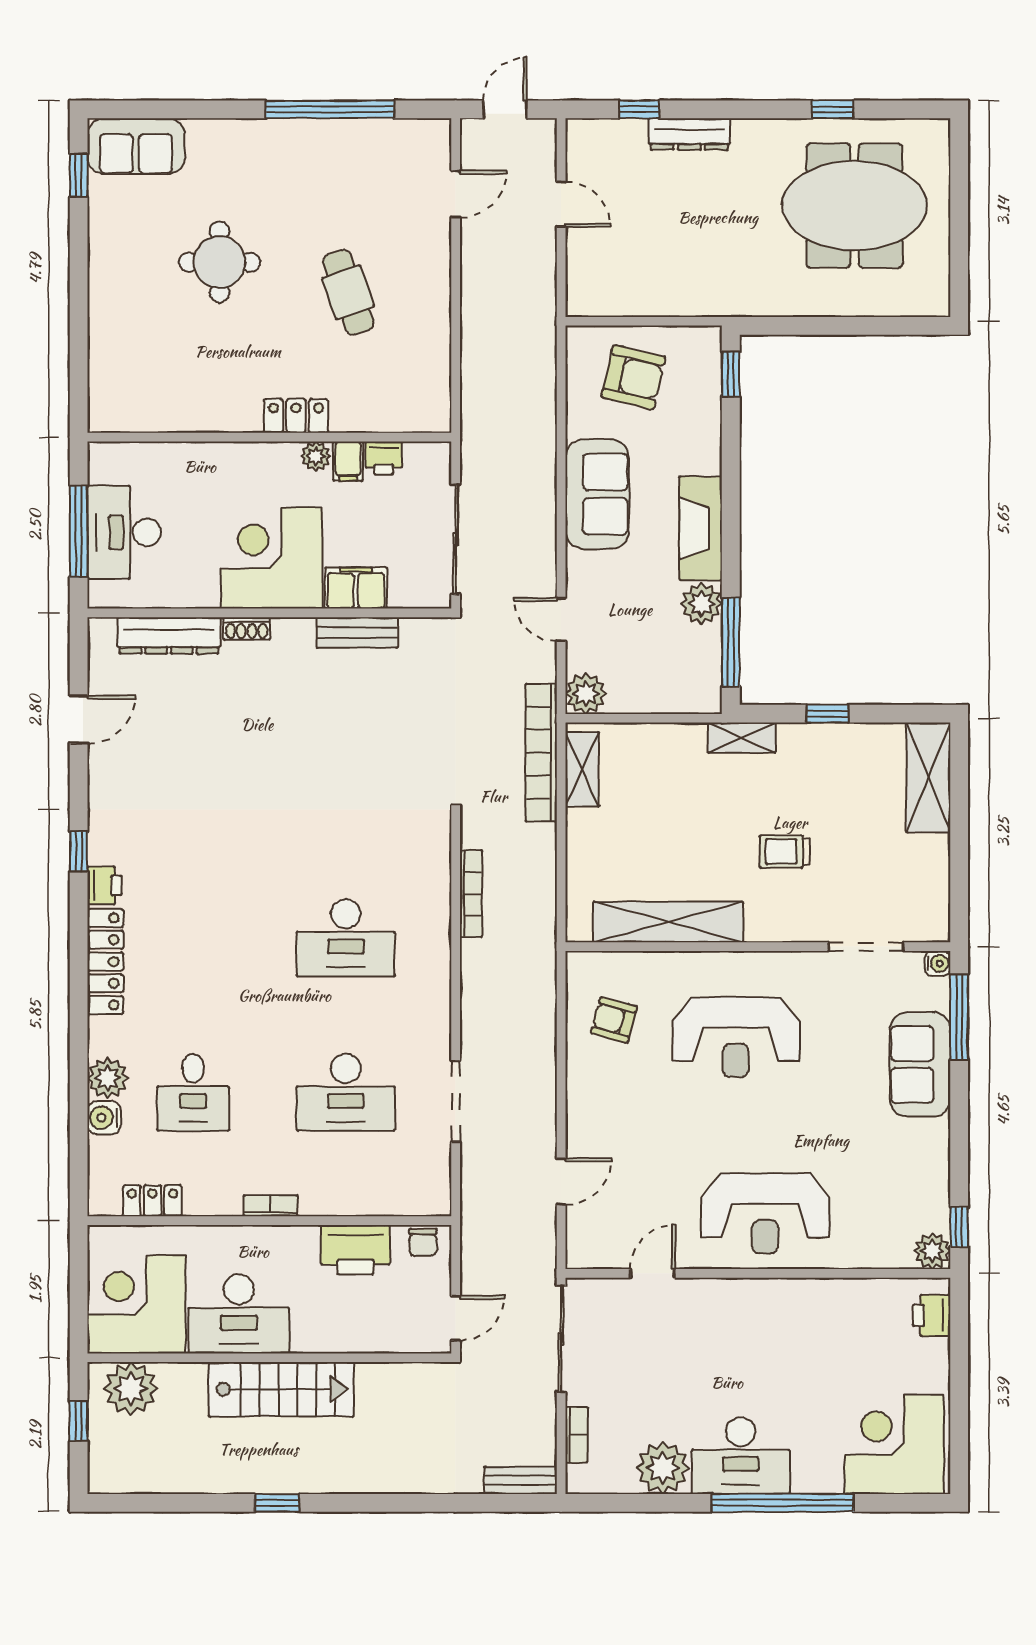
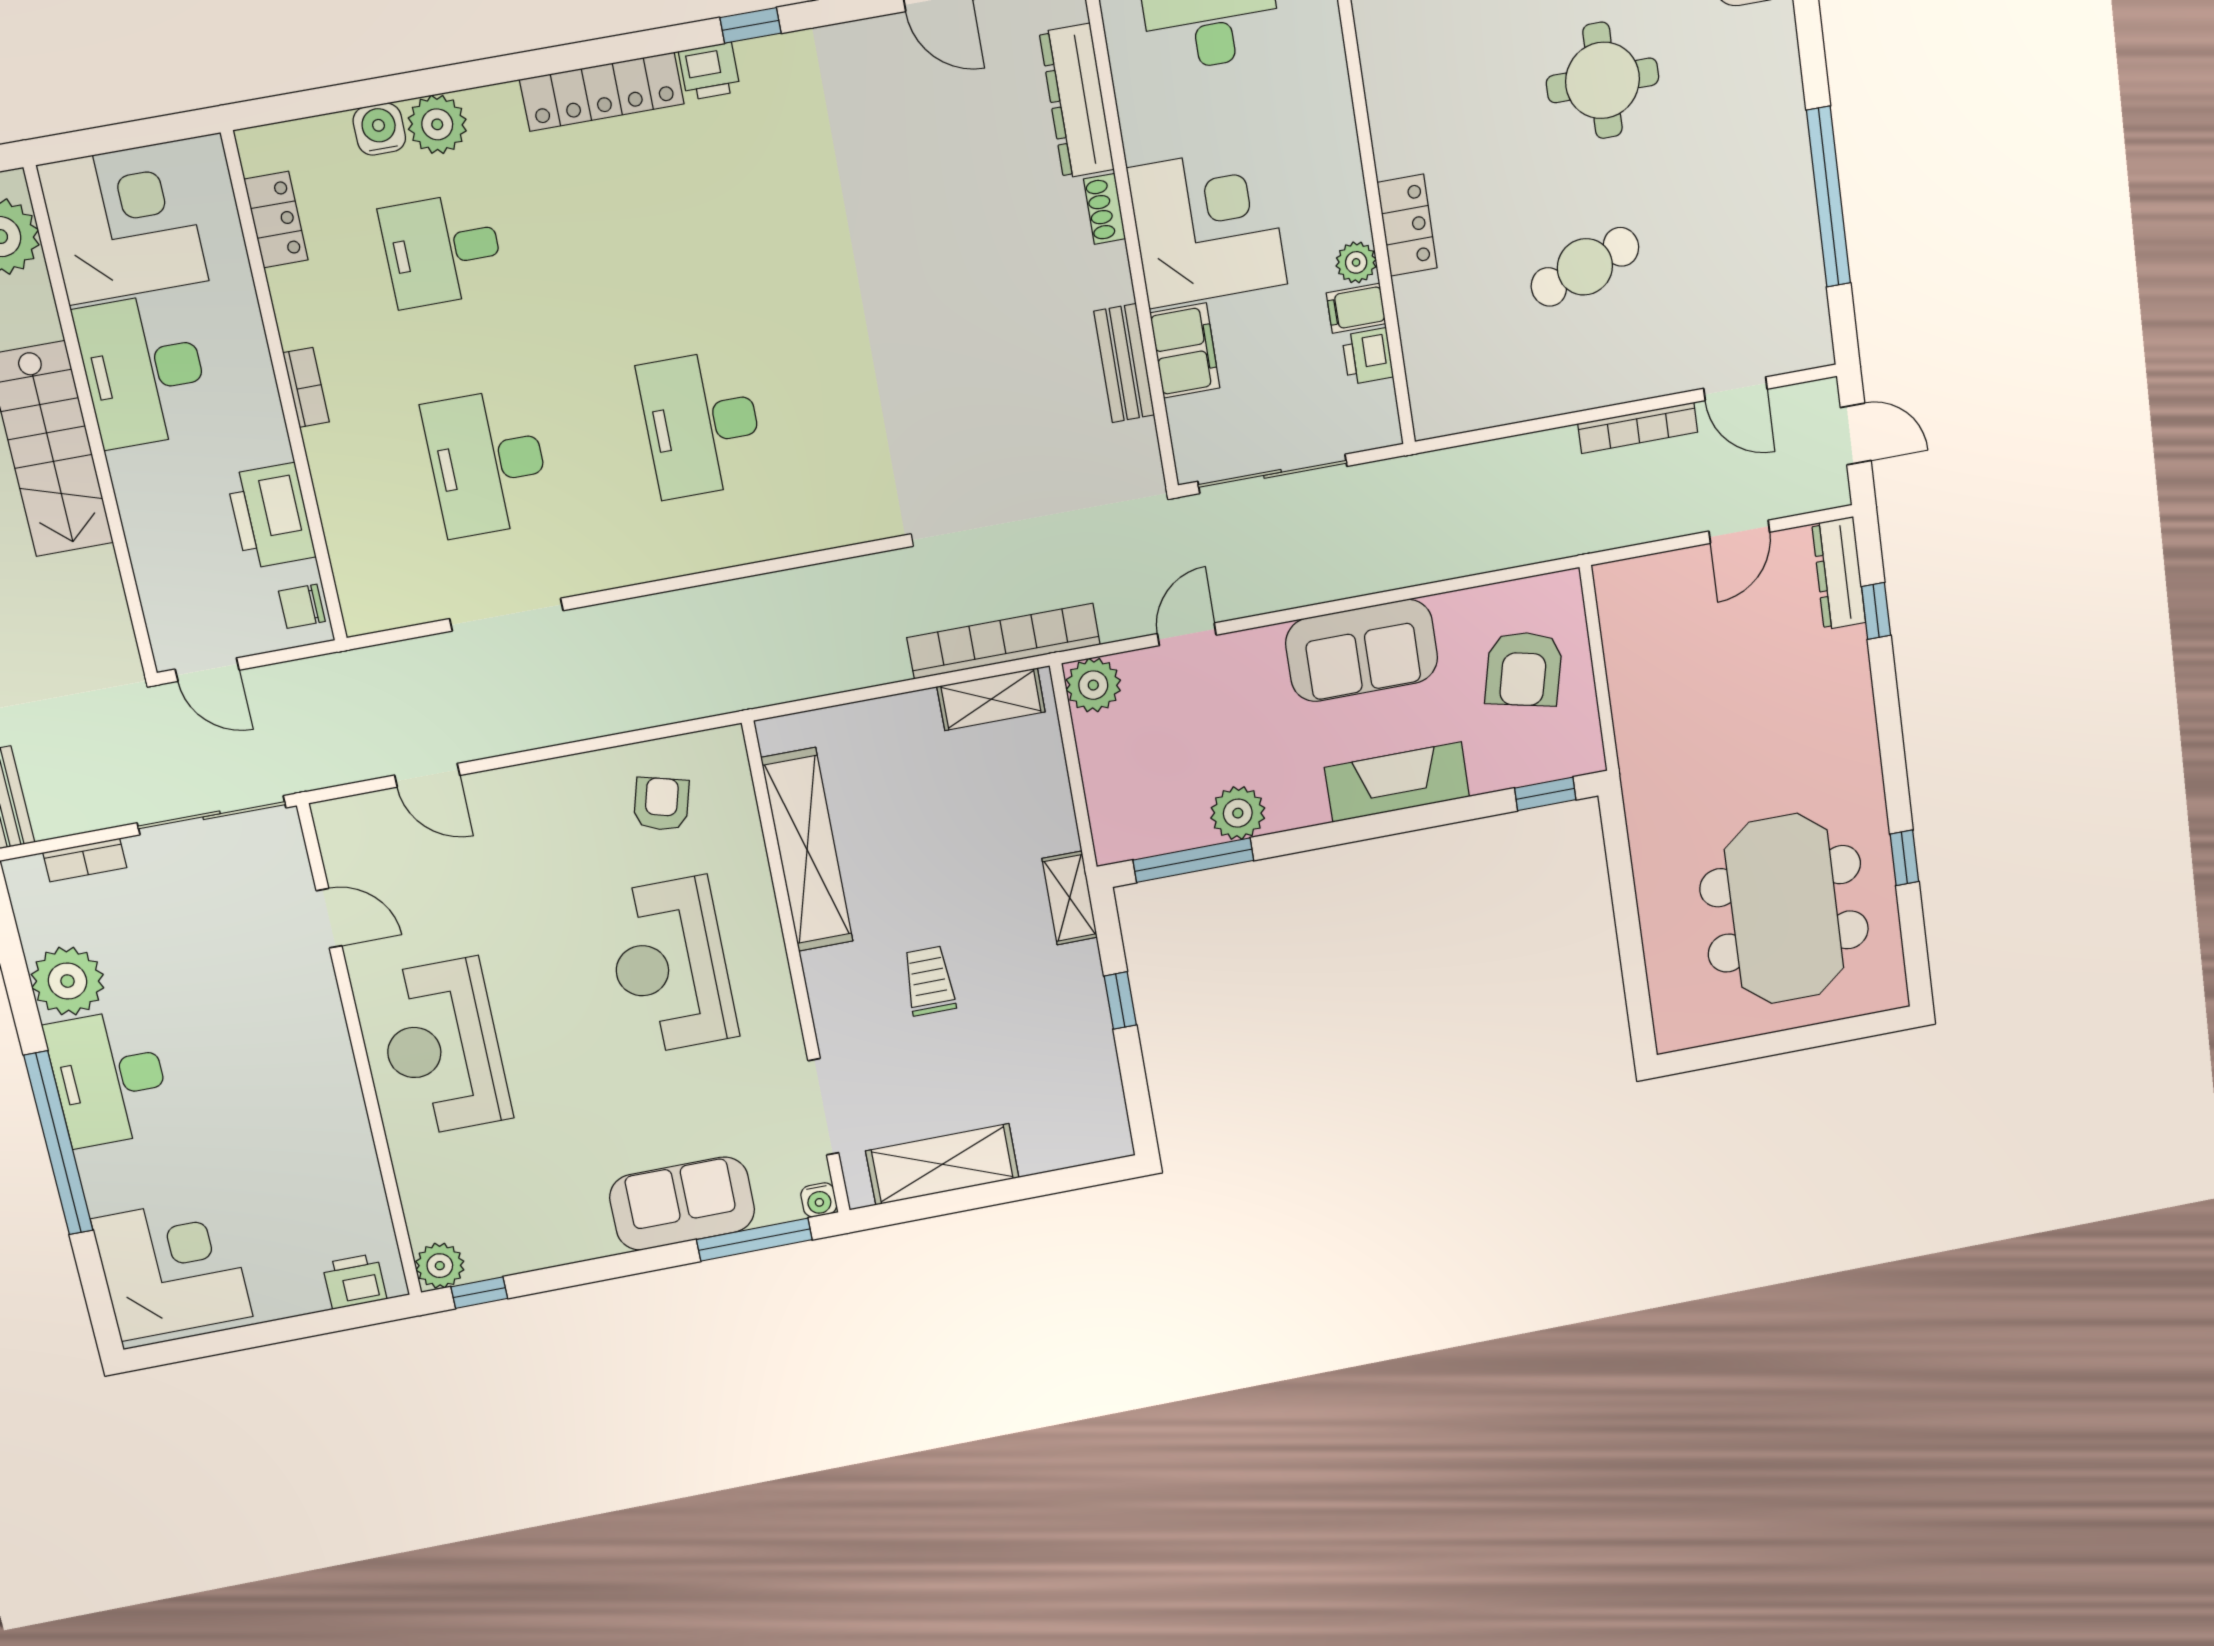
dresser: (689, 134) -> (1839, 573), moved
fireplace: (701, 528) -> (1397, 782), moved
shelving: (928, 777) -> (942, 1164), moved
bookcase: (471, 894) -> (1638, 428), moved

